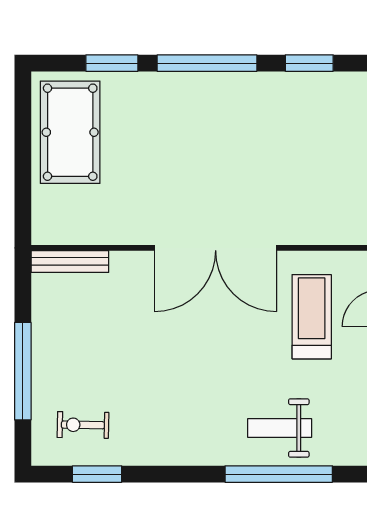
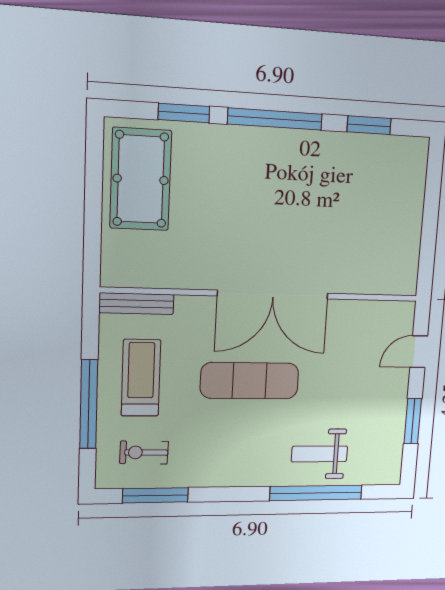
treadmill: (312, 317) -> (141, 378), moved
exercise mat: (195, 344) -> (250, 381), added
window: (97, 474) -> (155, 495), width x1.44

